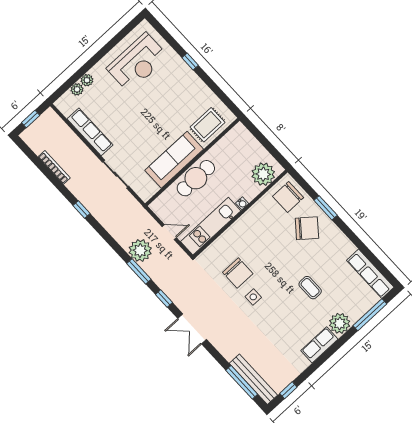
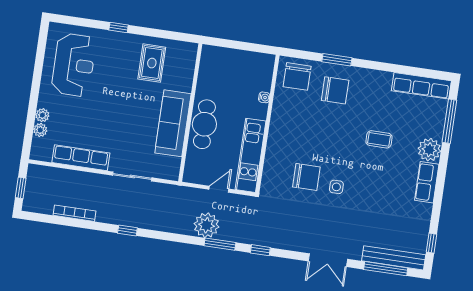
rug: (207, 125) -> (152, 63), moved
plant: (263, 174) -> (260, 74), removed
water cooler: (242, 203) -> (264, 97), moved
chair: (307, 228) -> (335, 90), turned 51
double door: (192, 329) -> (328, 260), moved

